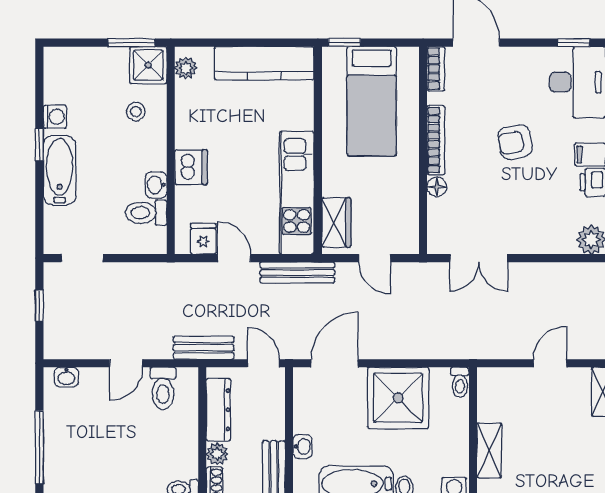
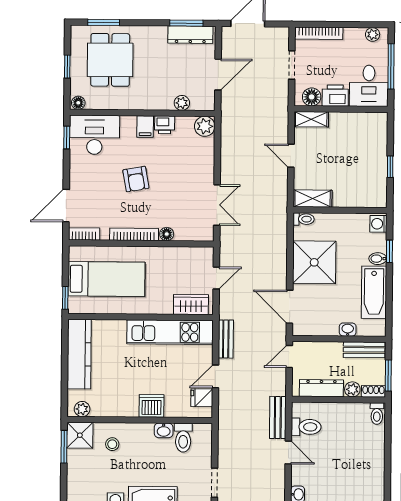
bench: (297, 273) -> (226, 339), width x0.73
bench: (204, 348) -> (278, 417), moved
shelving: (489, 451) -> (313, 199), moved

